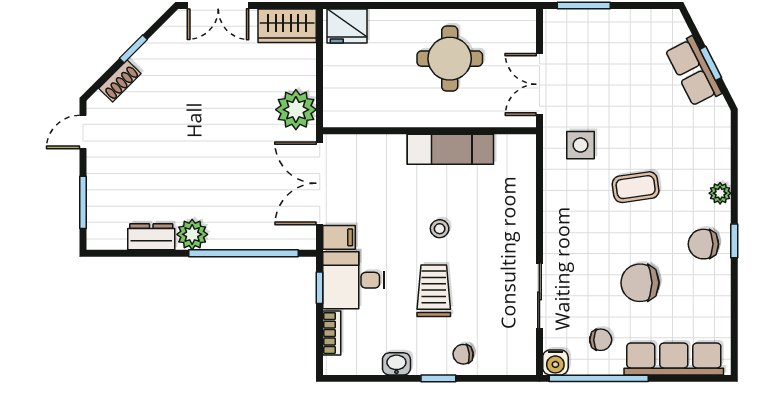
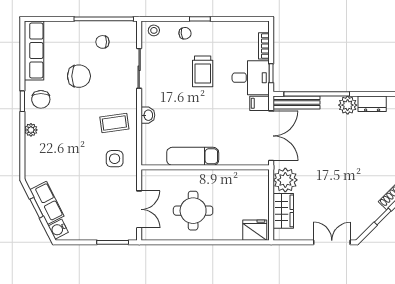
wardrobe: (287, 26) -> (283, 211), moved, turned 90
double door: (539, 84) -> (139, 209), moved
coffee table: (636, 187) -> (114, 123), moved
stool: (440, 229) -> (154, 30), moved
bench: (277, 239) -> (297, 102), added
chair: (703, 244) -> (41, 99), turned 90
row of seats: (674, 359) -> (34, 50), moved, turned -90
water cooler: (555, 362) -> (58, 229), moved, turned -117
washbasin: (396, 364) -> (148, 115), moved, turned -90

